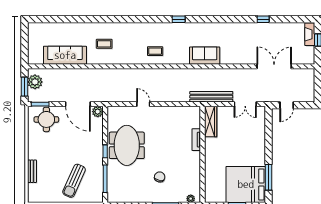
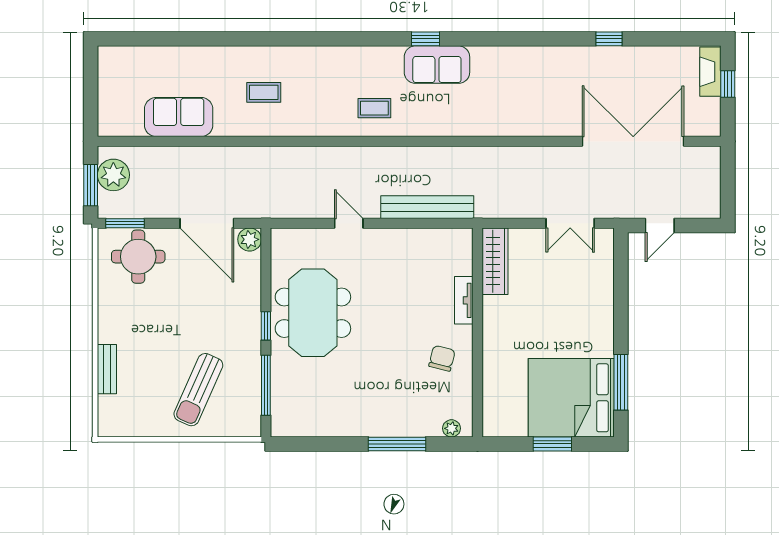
sofa: (65, 55) -> (179, 117), width x0.73
sofa: (205, 56) -> (437, 65), moved, turned 180
double door: (274, 66) -> (633, 141), width x1.36
bench: (211, 97) -> (427, 207), moved
chair: (160, 177) -> (442, 358), moved

